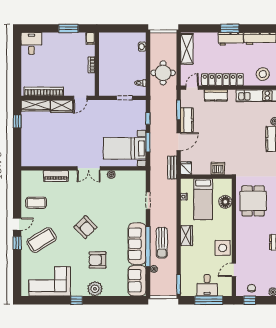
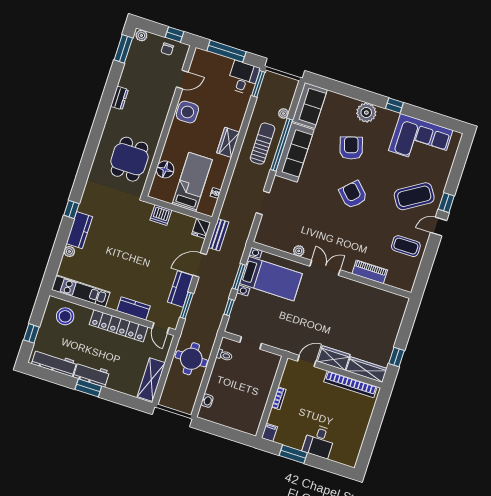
desk: (31, 43) -> (319, 441), moved
door: (192, 88) -> (160, 328), hinge flipped
armchair: (98, 260) -> (351, 148), turned -107
desk: (207, 285) -> (243, 78), moved

